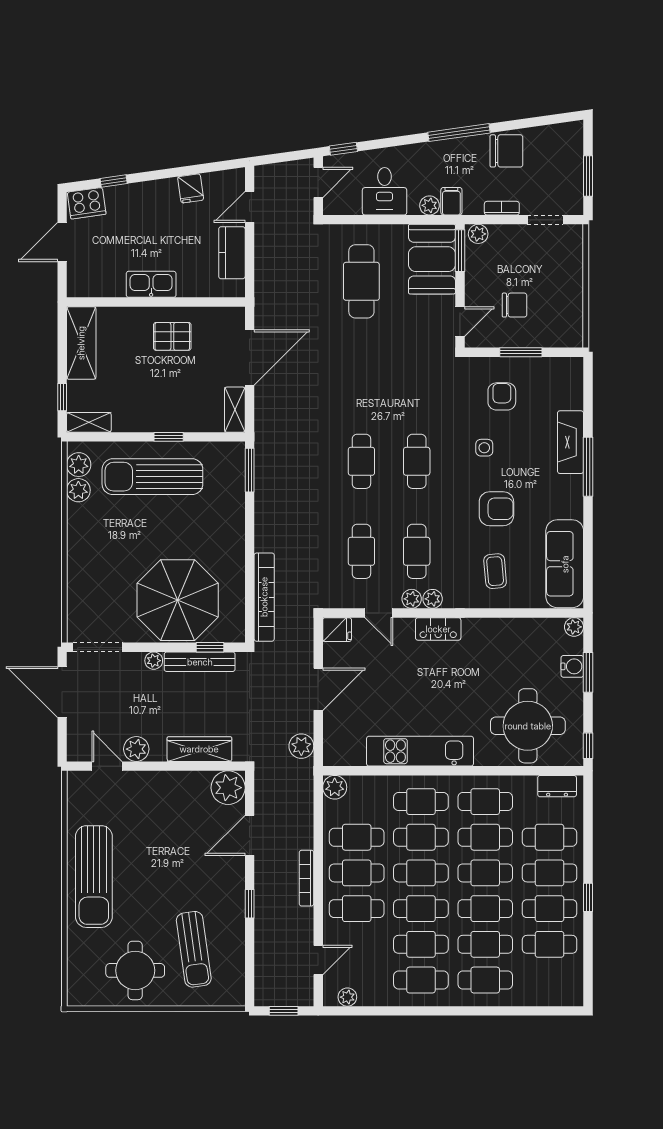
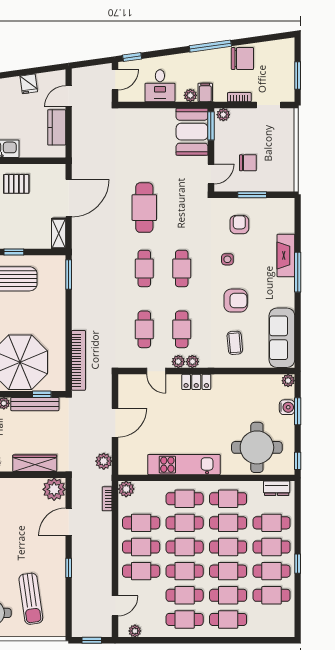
cafe table: (361, 281) -> (144, 208), moved
fridge: (337, 630) -> (128, 382), removed
bookcase: (306, 878) -> (107, 499), moved, width x0.64

